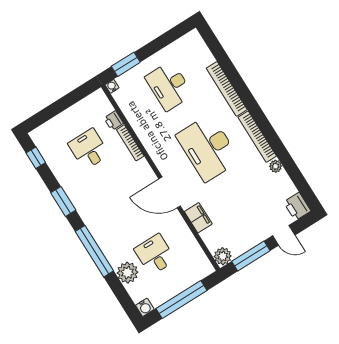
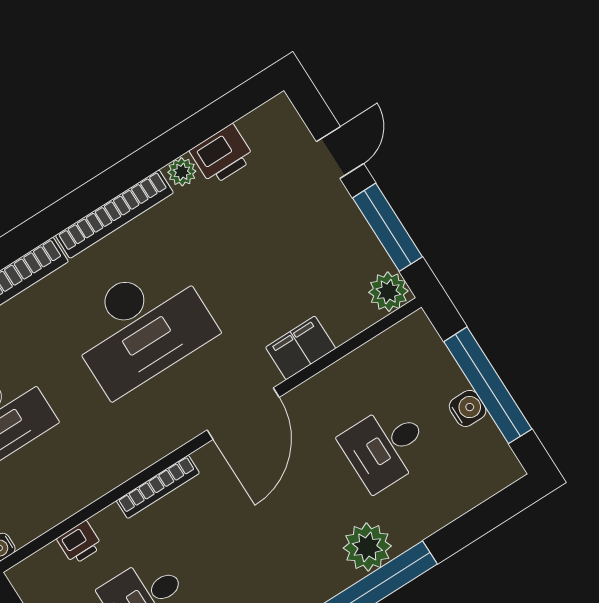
bookcase: (130, 143) -> (158, 487), moved
printer: (297, 206) -> (222, 155), moved
plant: (128, 273) -> (367, 547), moved
water cooler: (145, 307) -> (468, 408), moved

